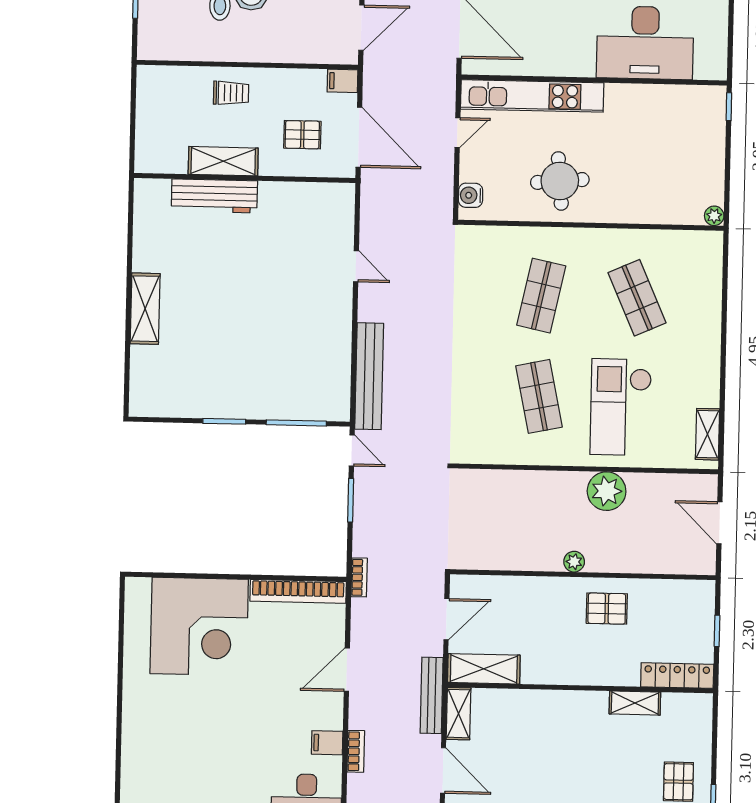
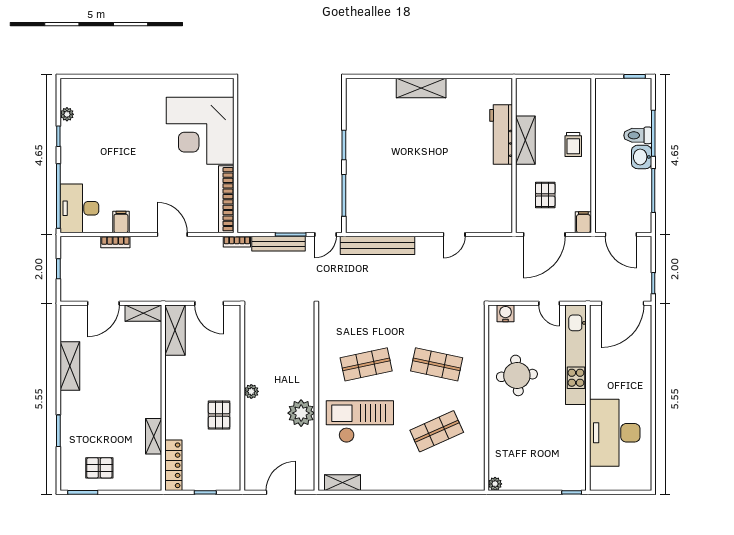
bench: (432, 695) -> (278, 244), moved

